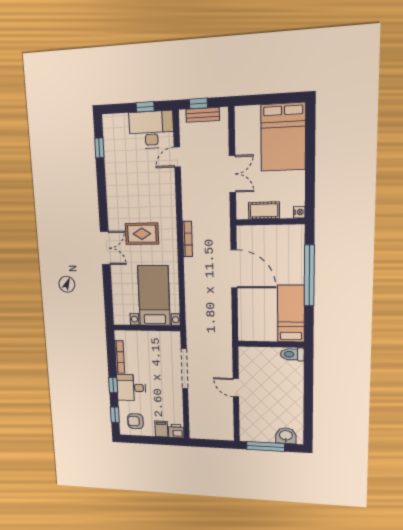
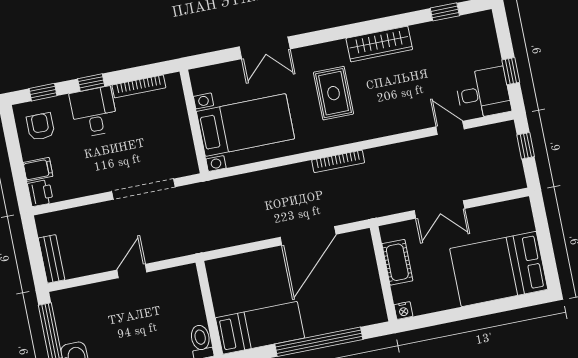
bench: (203, 115) -> (51, 259), moved
desk: (151, 130) -> (483, 93), width x0.73
wardrobe: (114, 197) -> (379, 44), added
double door: (105, 248) -> (265, 48), moved

